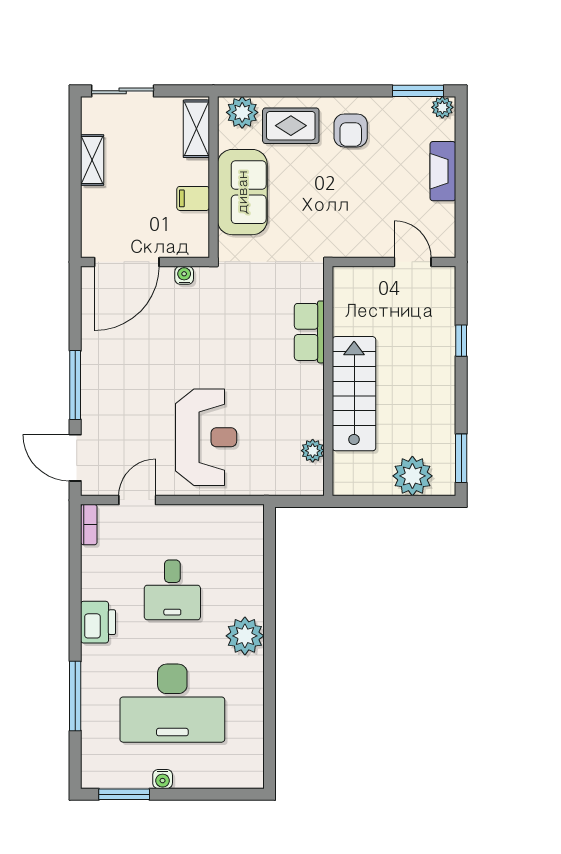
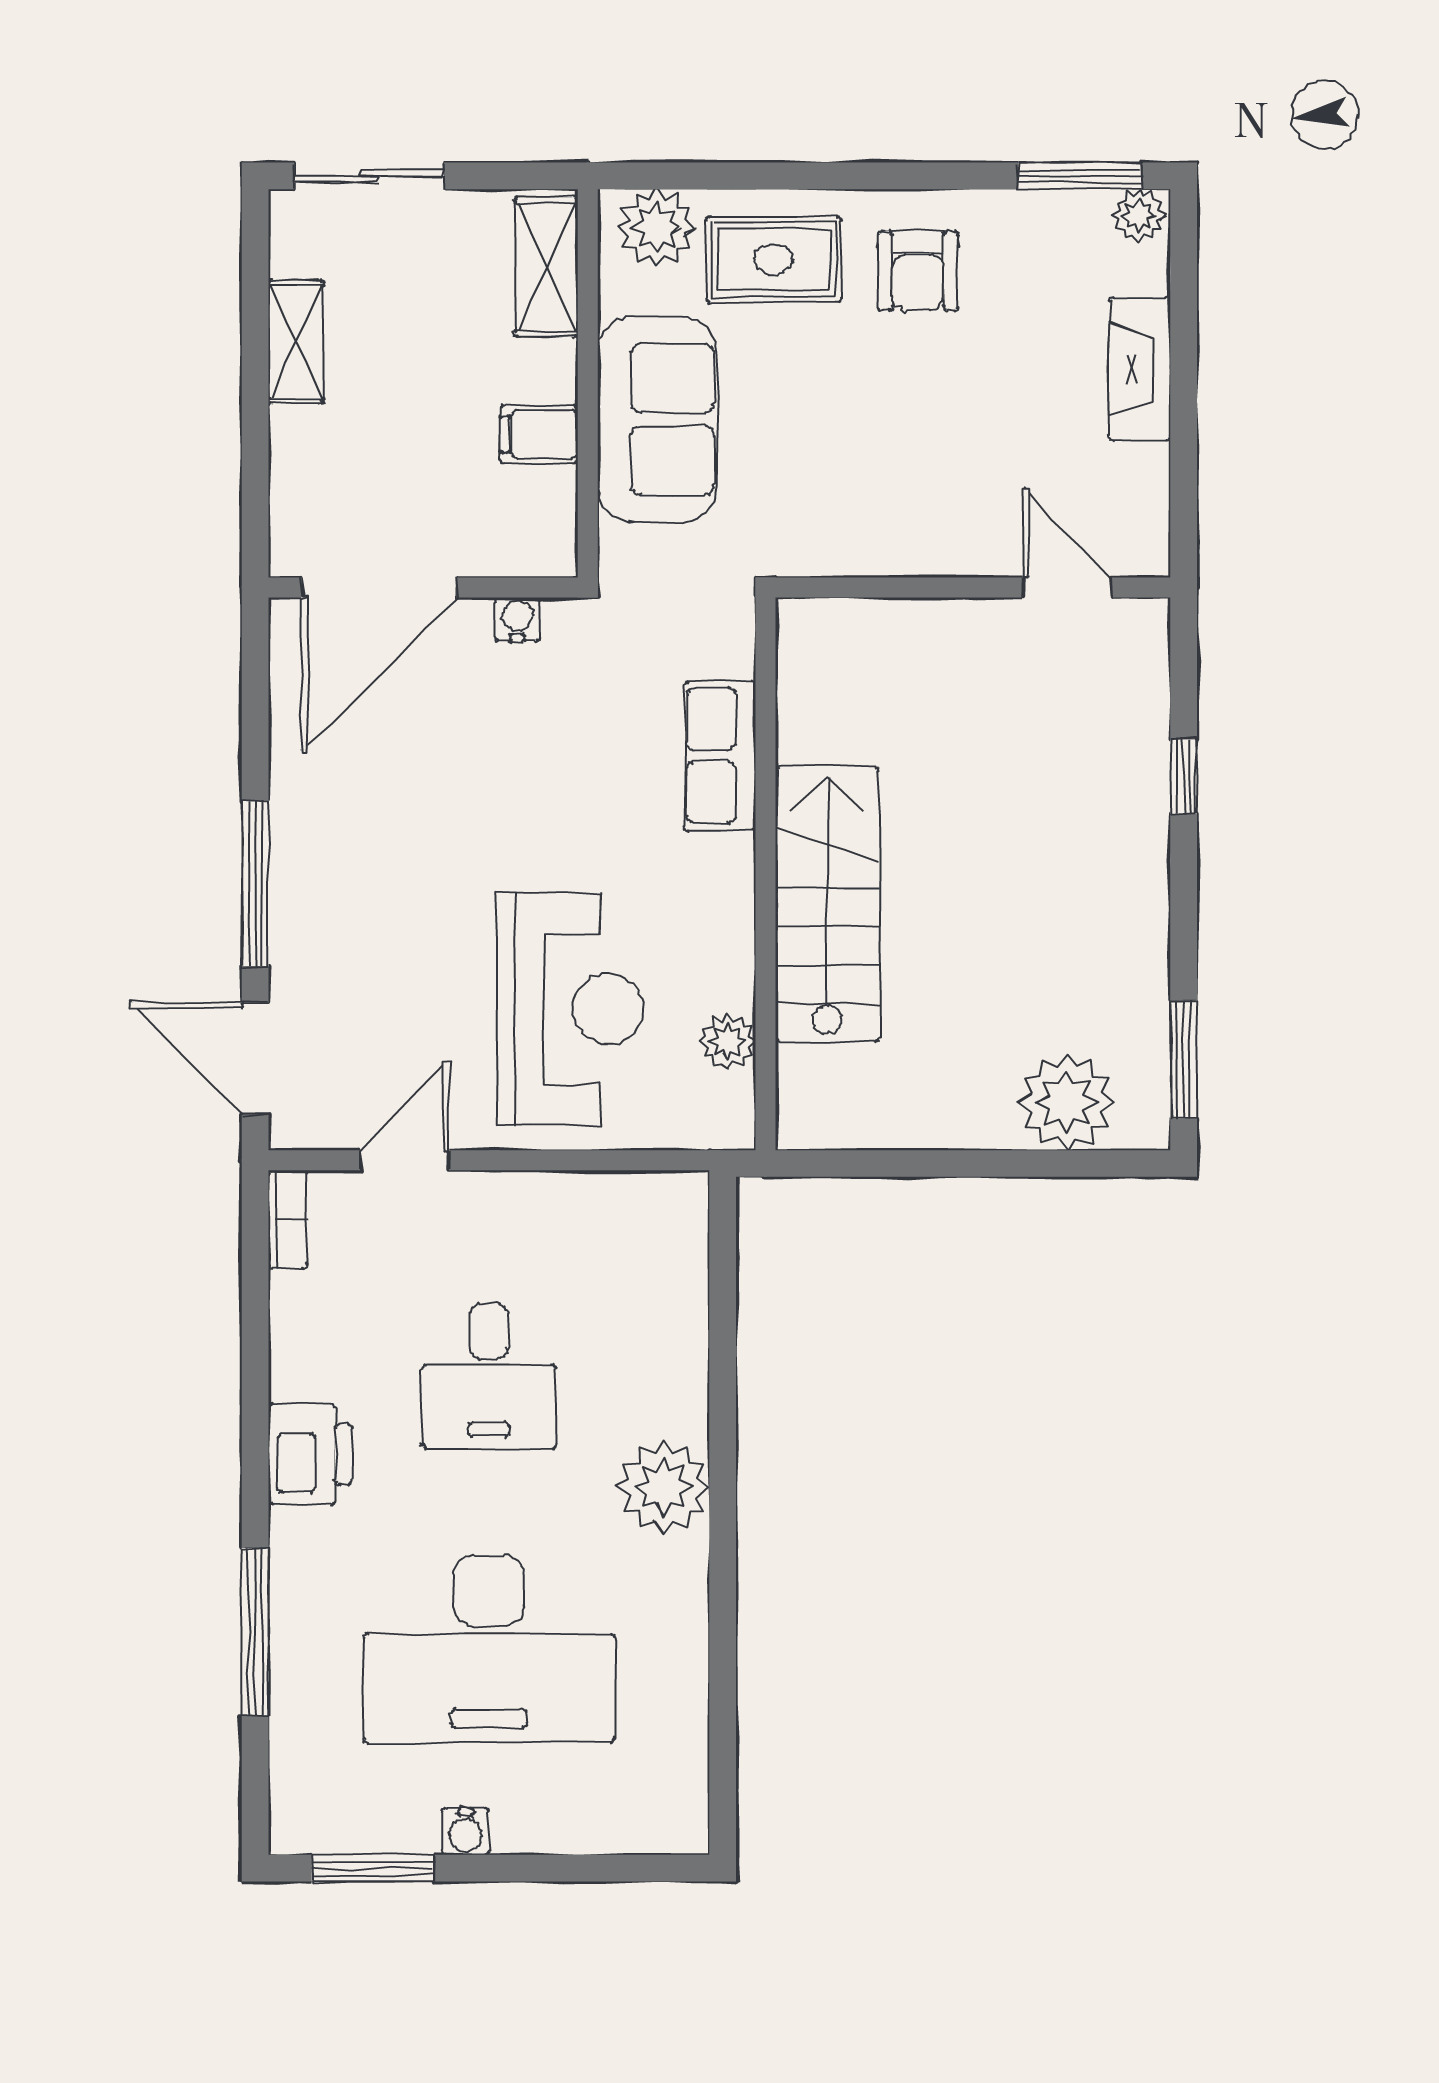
row of seats: (309, 332) -> (720, 756), moved
wall: (328, 381) -> (765, 874), moved
stairs: (354, 394) -> (827, 904), moved
plant: (313, 451) -> (728, 1042), moved

